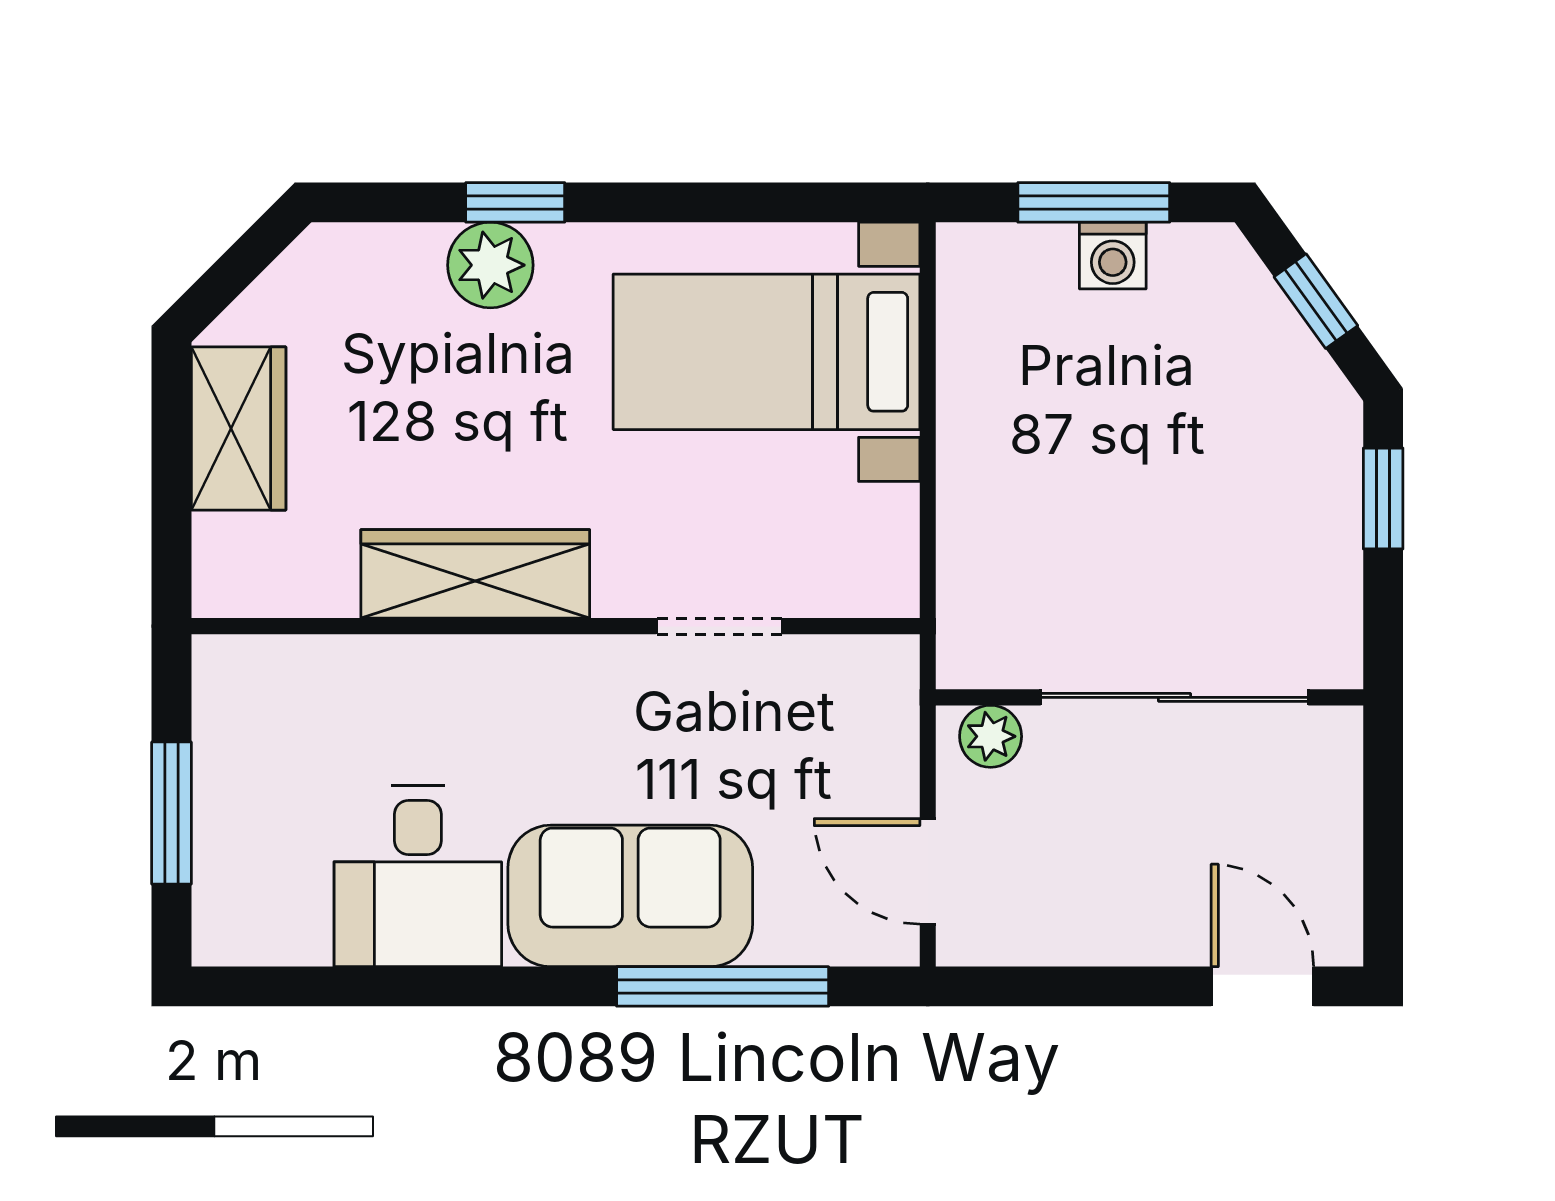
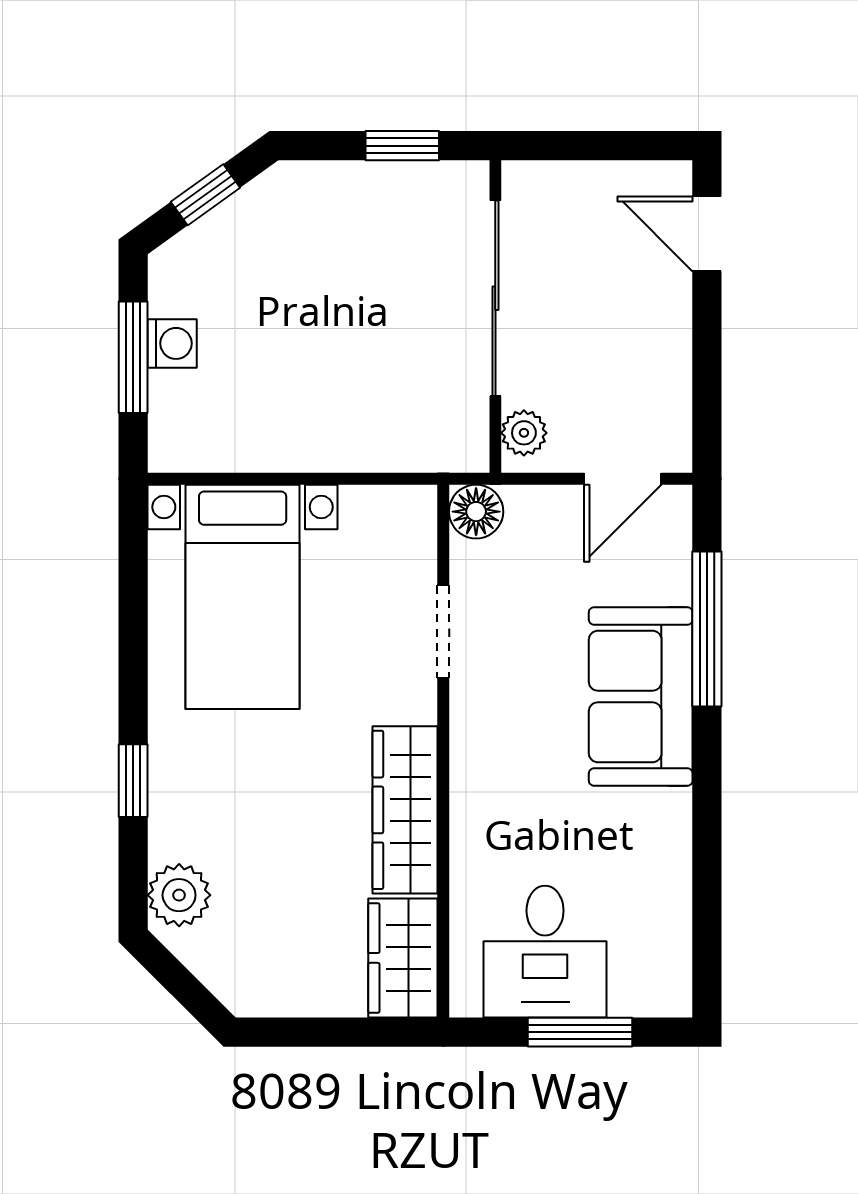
plant: (490, 265) -> (179, 895), moved
wardrobe: (239, 429) -> (403, 958), moved, turned -90
window: (1383, 498) -> (402, 146), moved
floor lamp: (883, 671) -> (476, 512), added
desk: (418, 876) -> (545, 952), moved, turned 90
door: (1262, 986) -> (707, 234), hinge flipped

